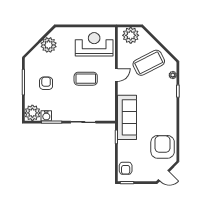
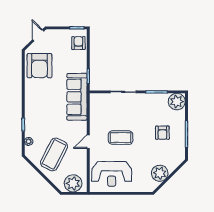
coffee table: (149, 63) -> (54, 154), turned -36
water cooler: (46, 116) -> (162, 98), removed
door: (164, 176) -> (38, 35), hinge flipped

